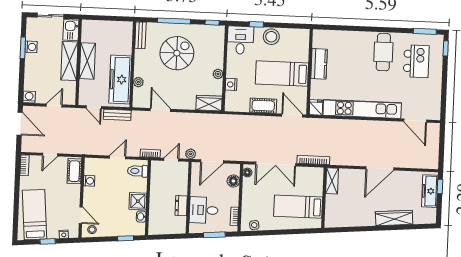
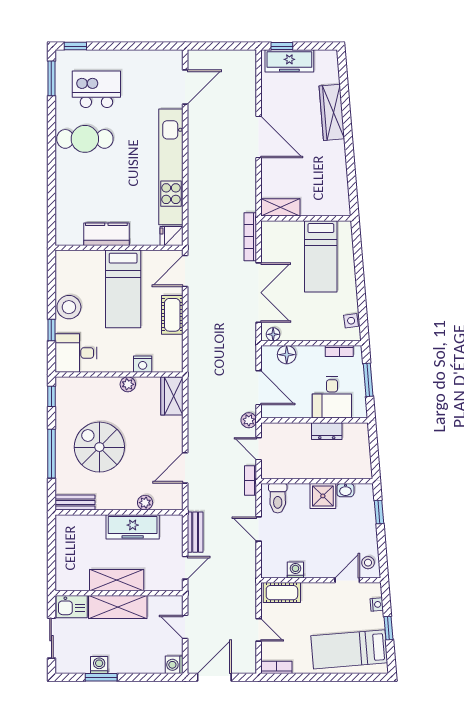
freezer: (120, 80) -> (133, 527), width x0.73, depth x0.79

